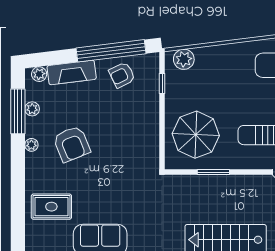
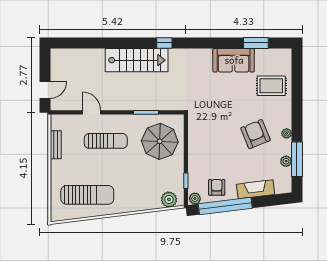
plant: (39, 74) -> (195, 199), moved
armchair: (122, 75) -> (217, 187), turned -64

